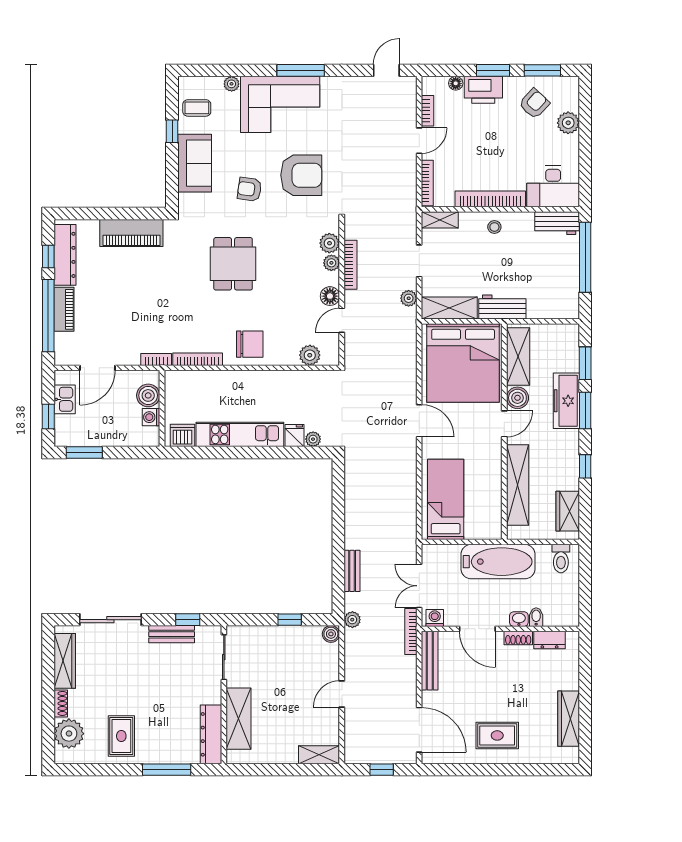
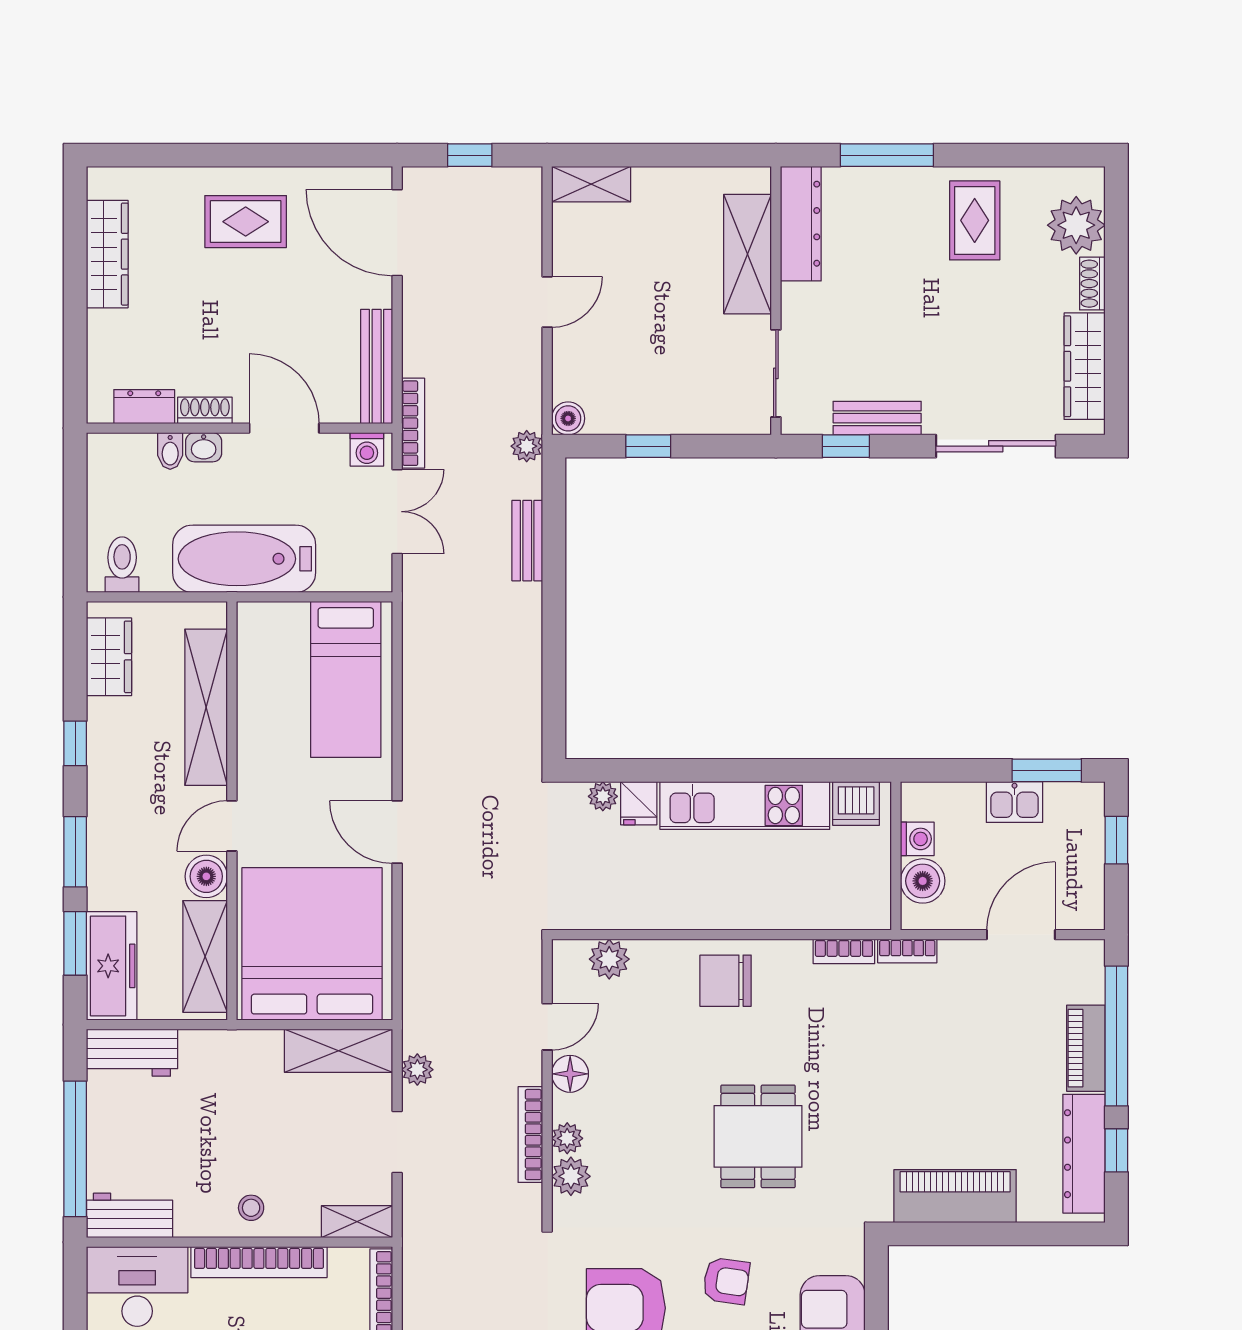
workbench: (502, 307) -> (132, 1053), moved
bookcase: (198, 359) -> (844, 951), width x0.64
kitchen sink: (65, 399) -> (1014, 802), moved, turned -90
freezer: (566, 401) -> (112, 966), moved

